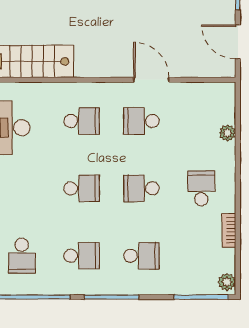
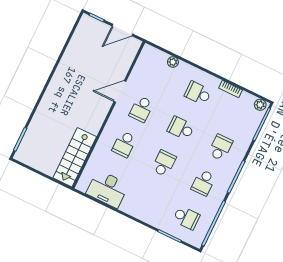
school desk: (82, 121) -> (124, 144), turned 180
school desk: (141, 188) -> (181, 128), turned 90
school desk: (82, 256) -> (203, 183), turned 180

